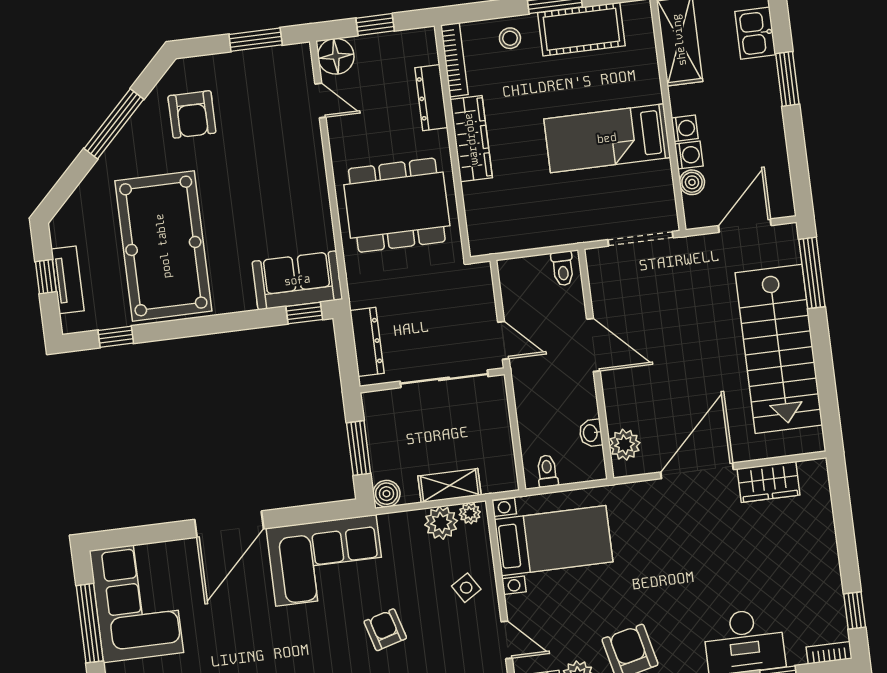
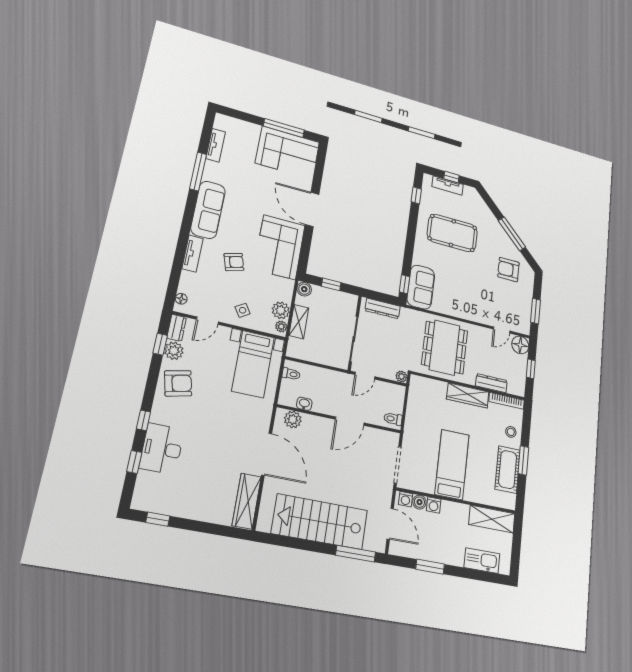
kitchen sink: (755, 33) -> (482, 561), width x1.38
window: (787, 79) -> (430, 567), moved
washing machine: (685, 128) -> (406, 499), moved
pool table: (163, 246) -> (452, 233), width x0.73, depth x0.76
plant: (481, 273) -> (401, 377), added
window: (359, 448) -> (331, 284), width x0.67
wardrobe: (769, 482) -> (247, 501), width x1.50
bookcase: (829, 653) -> (138, 496), removed

